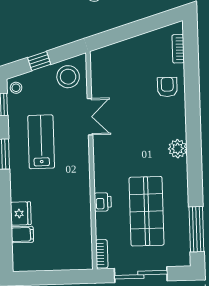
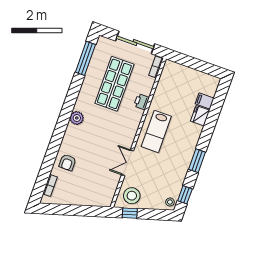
window: (39, 61) -> (130, 213), moved
lab bench: (41, 142) -> (156, 131), moved

